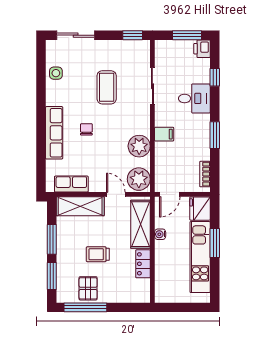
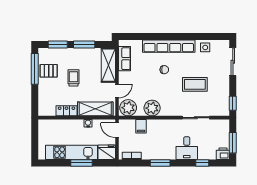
row of seats: (54, 133) -> (169, 46), width x1.36
filing cabinet: (164, 134) -> (141, 126), moved

